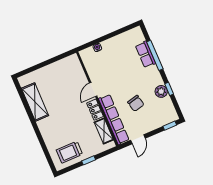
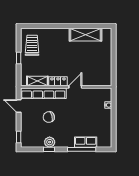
door: (93, 90) -> (75, 87), hinge flipped

